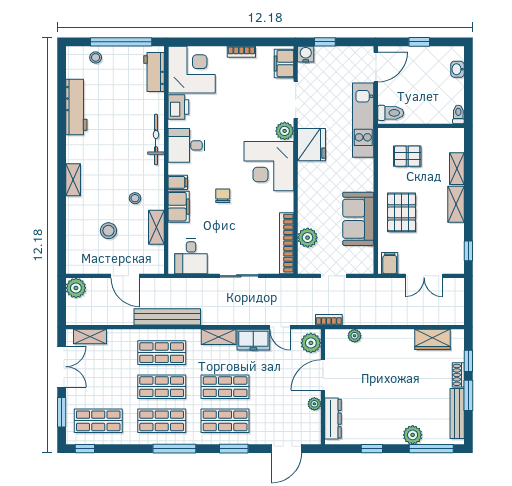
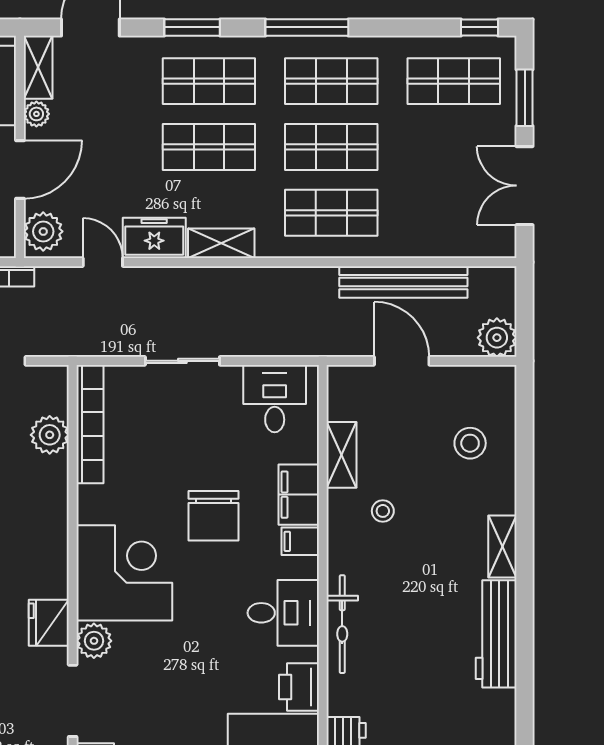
workbench: (76, 107) -> (496, 634), moved
fridge: (311, 145) -> (49, 623), width x0.73, depth x0.75
chair: (223, 196) -> (214, 516), width x1.87, depth x1.87
stool: (108, 231) -> (470, 443), moved
bench: (167, 317) -> (403, 282), moved
shelving: (90, 336) -> (38, 67), moved, turned 90

